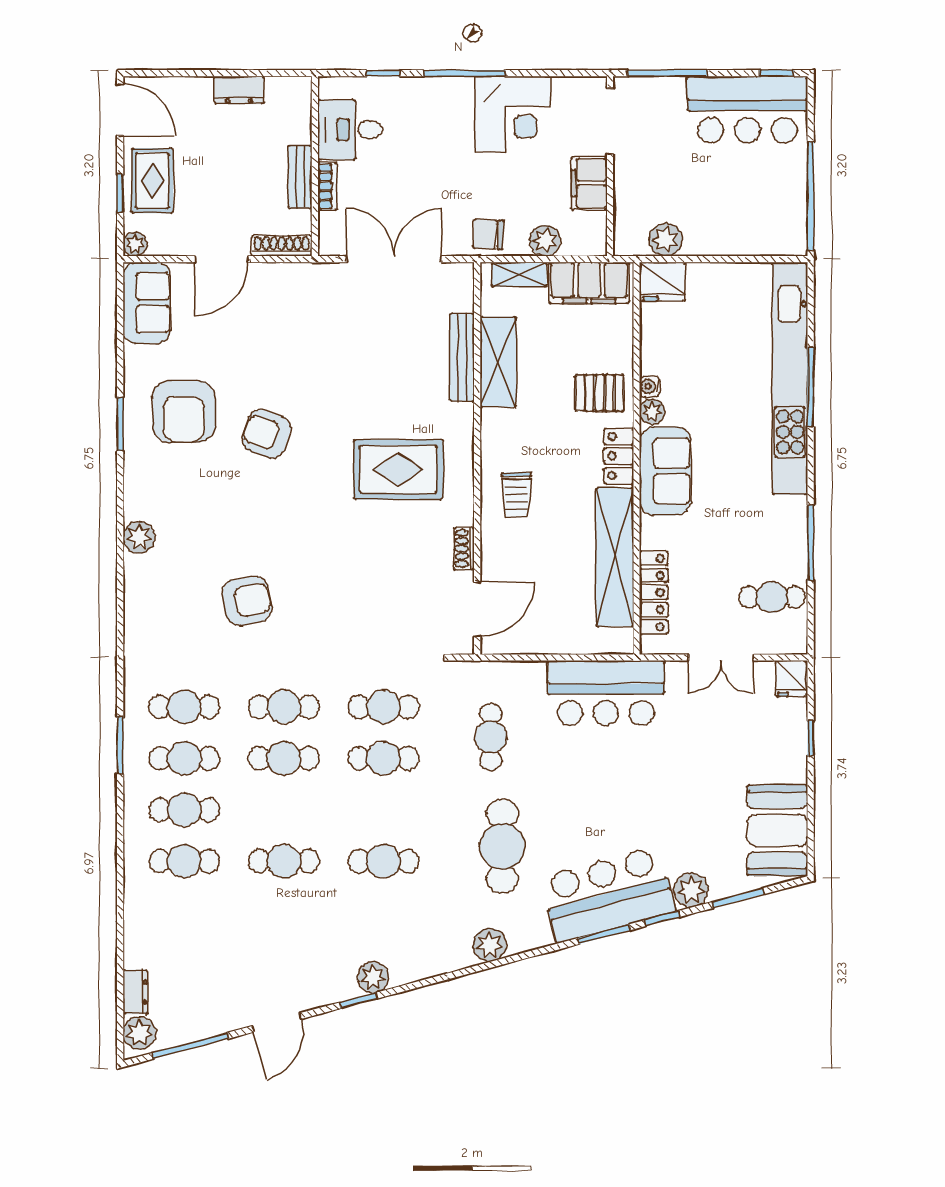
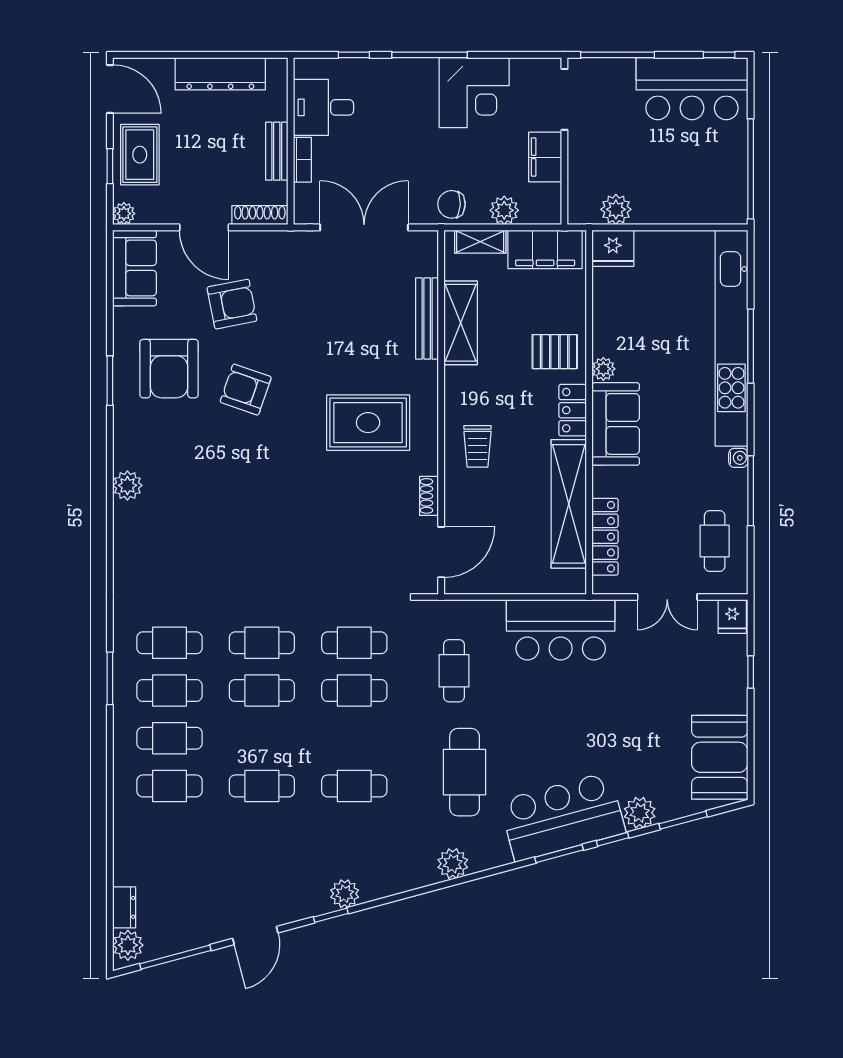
dresser: (239, 90) -> (220, 74), width x1.96, depth x1.24
door: (222, 259) -> (204, 227), hinge flipped
water cooler: (650, 386) -> (738, 458), moved, turned 180
cafe table: (772, 597) -> (715, 541), turned 90
armchair: (247, 601) -> (232, 304), moved

